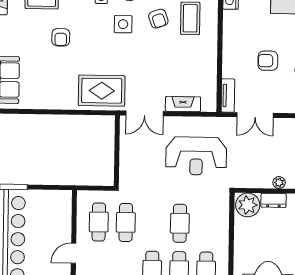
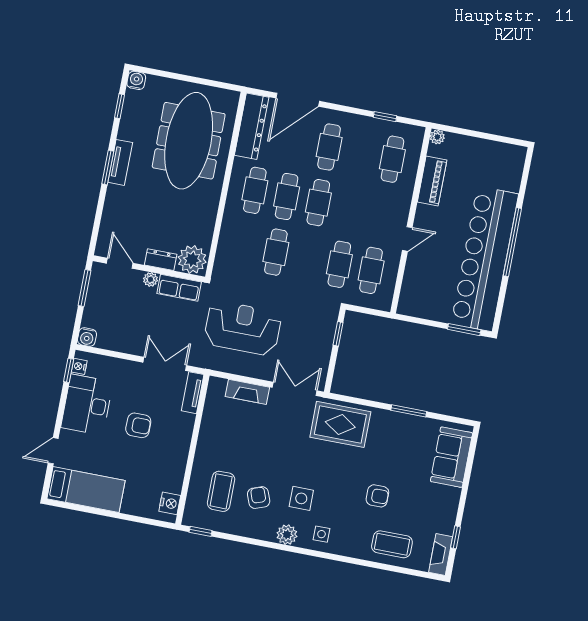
armchair: (61, 37) -> (377, 496), turned 90
window: (47, 112) -> (409, 411), added
window: (117, 165) -> (338, 334), added
row of seats: (254, 180) -> (179, 288), added

